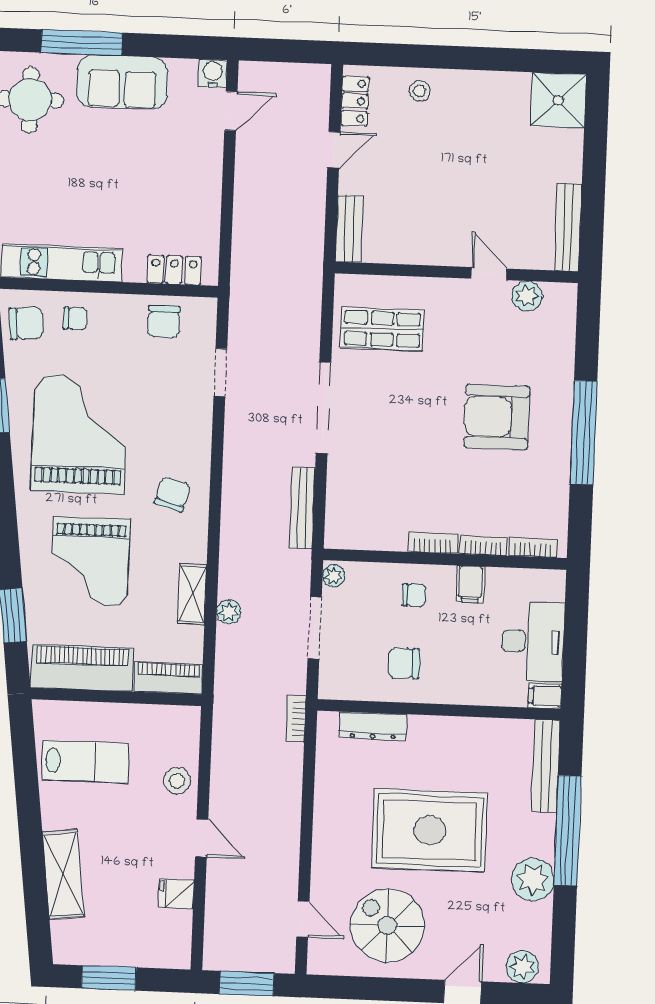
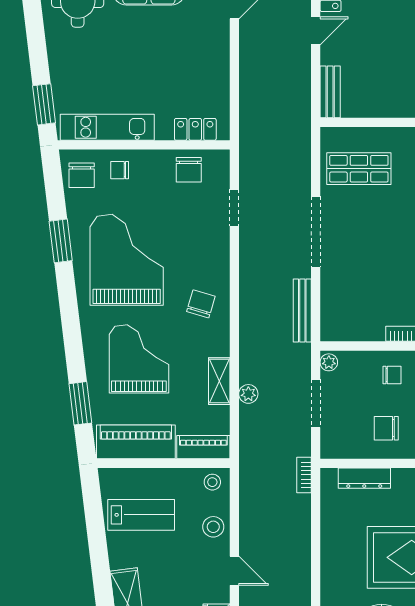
chair: (75, 318) -> (120, 170), turned 180
chair: (26, 323) -> (82, 175), turned 95
grand piano: (90, 562) -> (139, 359), turned 180
stool: (178, 723) -> (212, 482), added

